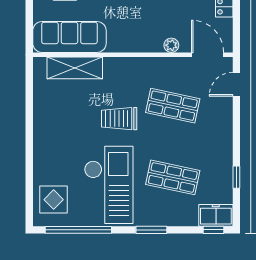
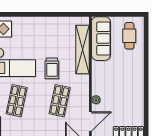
shelving: (75, 68) -> (82, 49), width x1.47
trolley: (119, 119) -> (52, 68), turned 180

